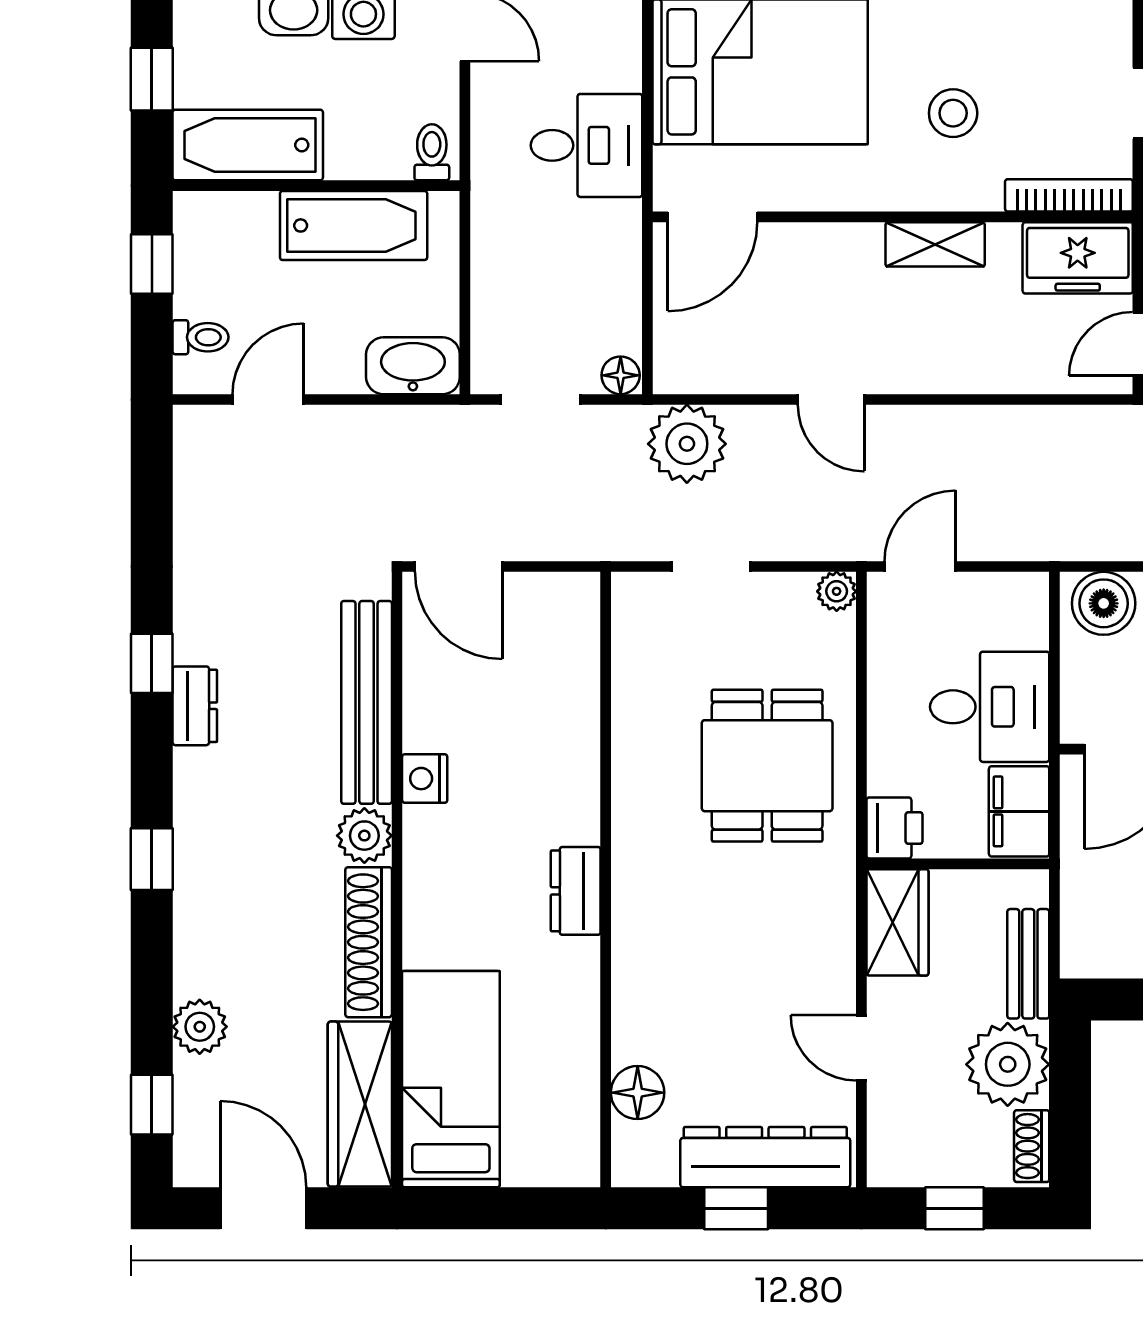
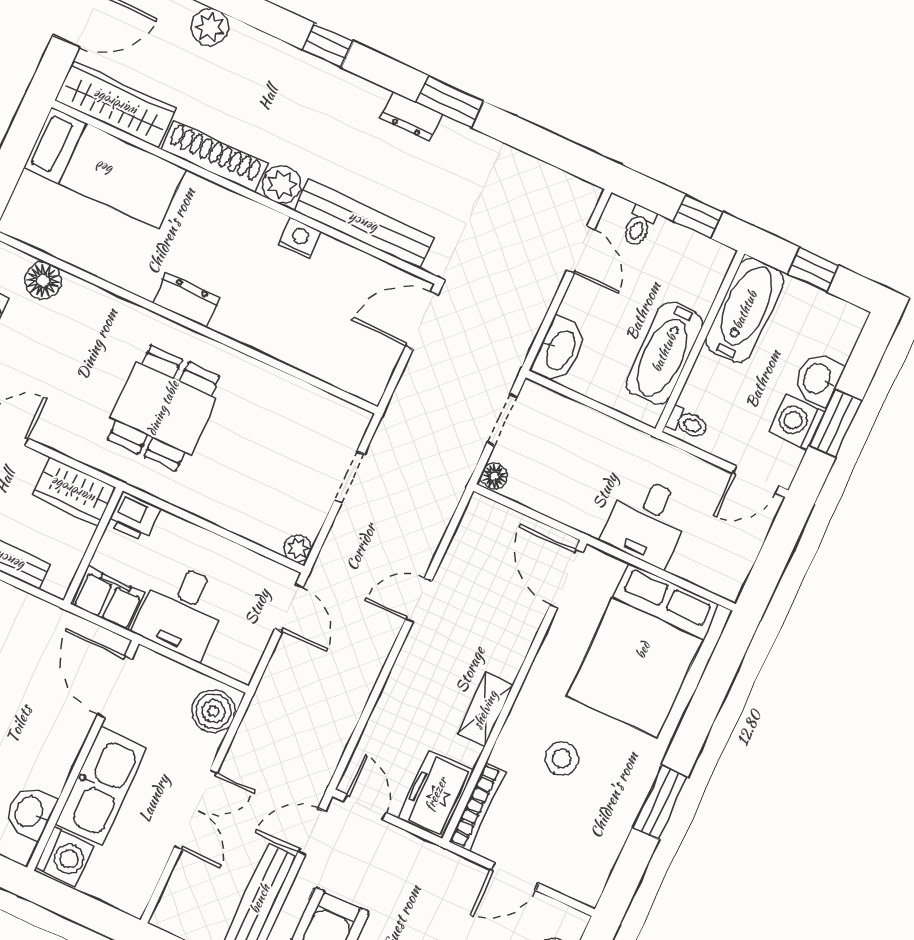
plant: (687, 444) -> (433, 498), removed
window: (152, 663) -> (450, 102), width x1.50
dining table: (767, 766) -> (163, 408), moved, turned 90

